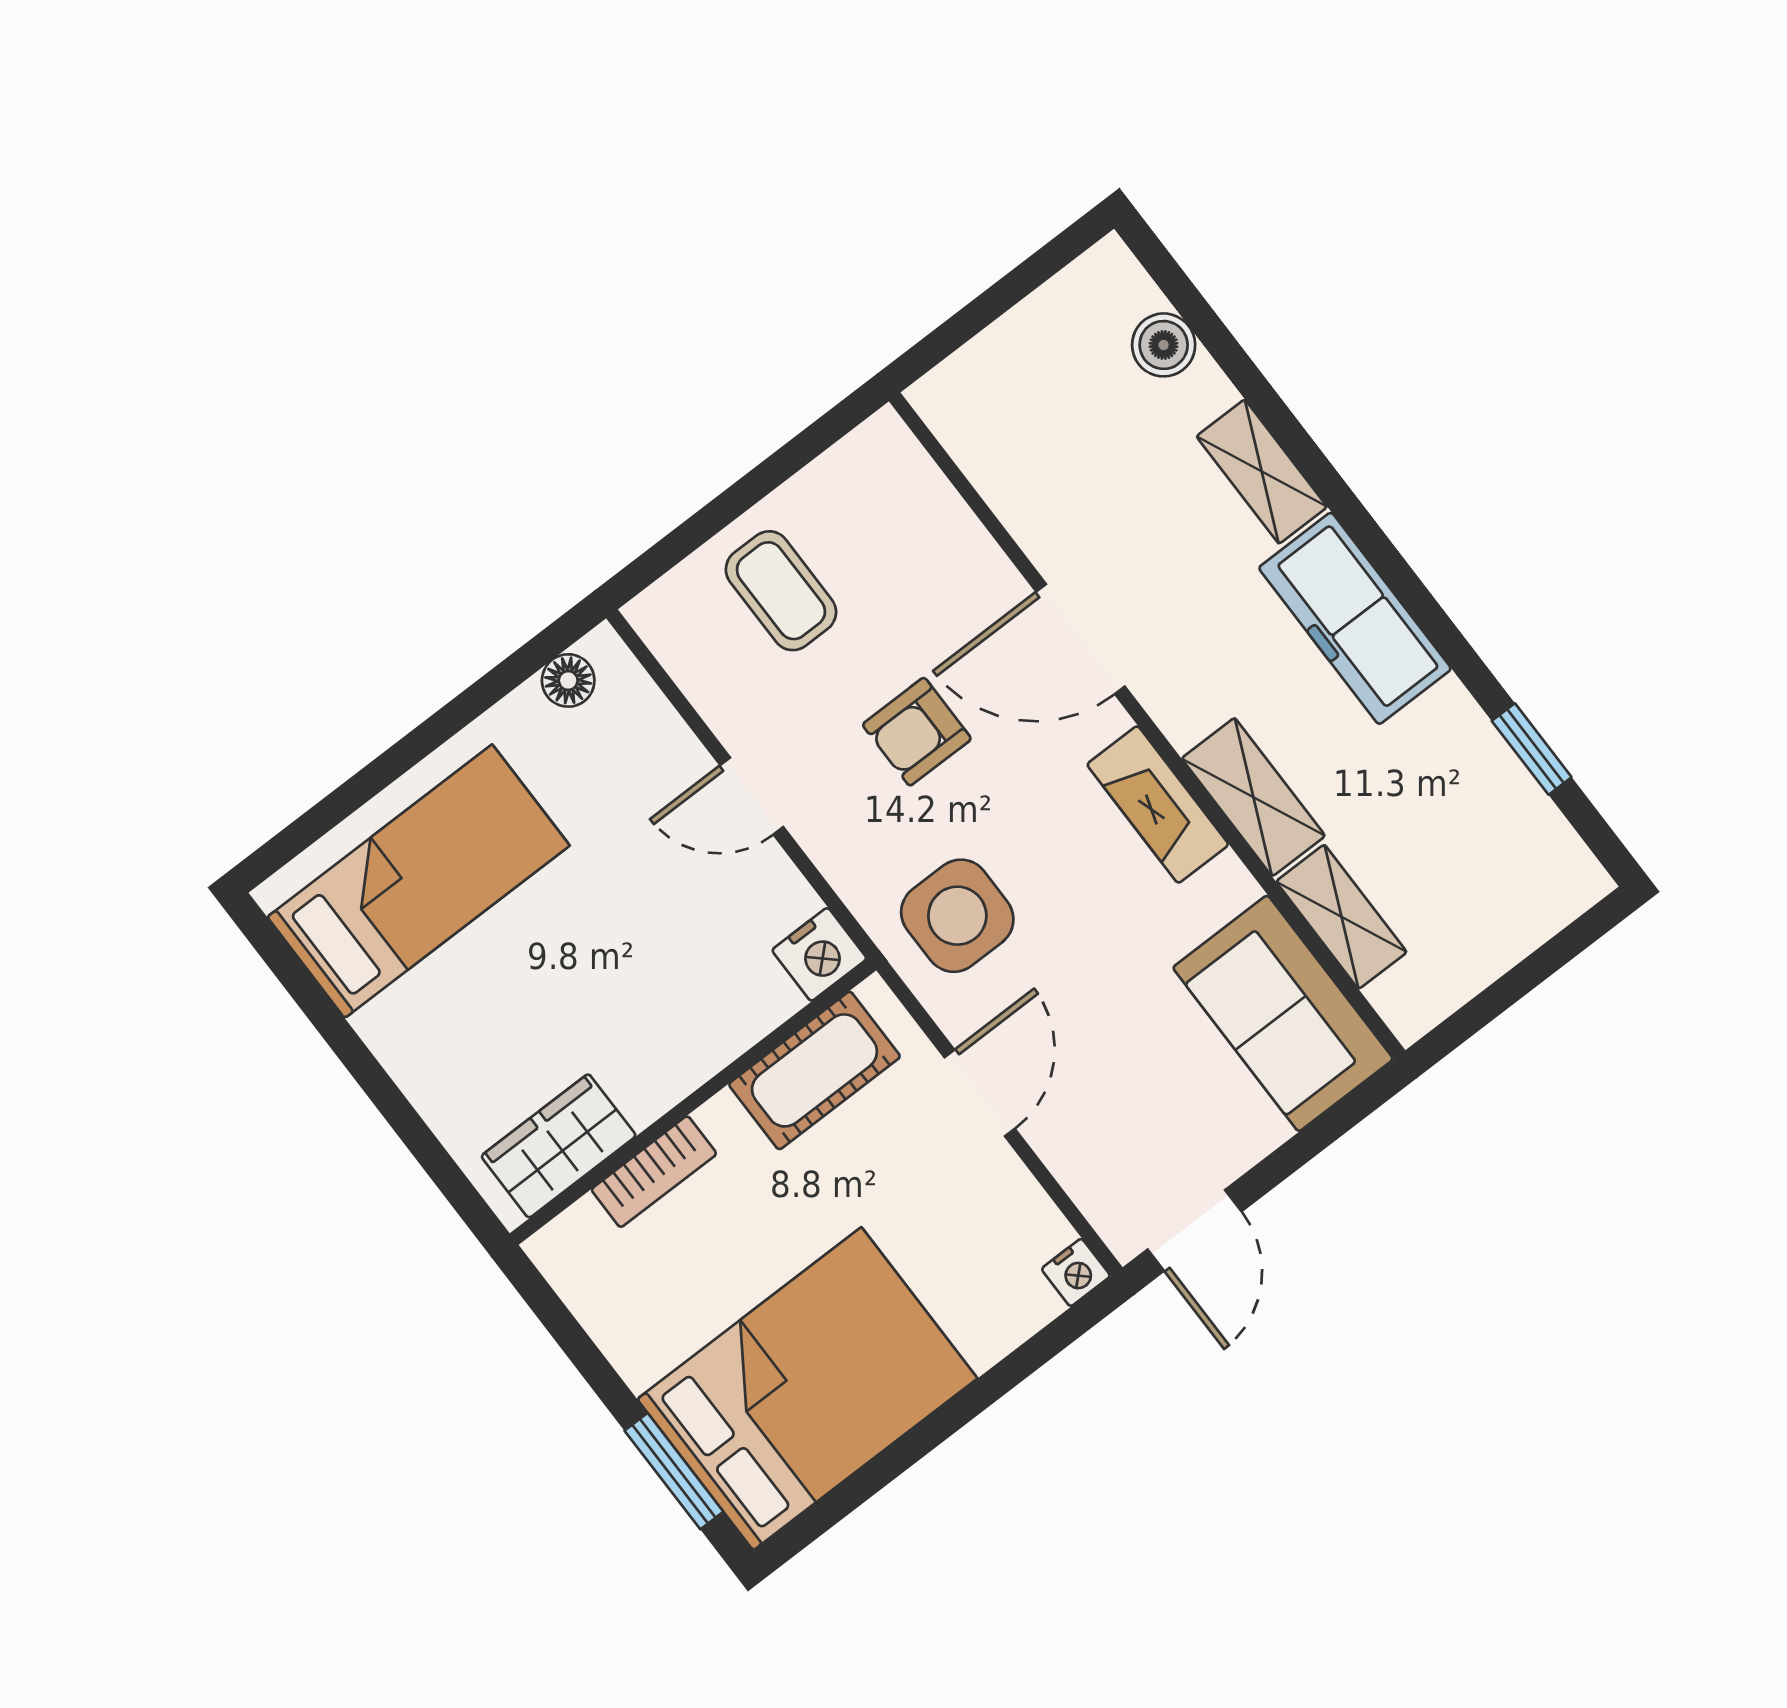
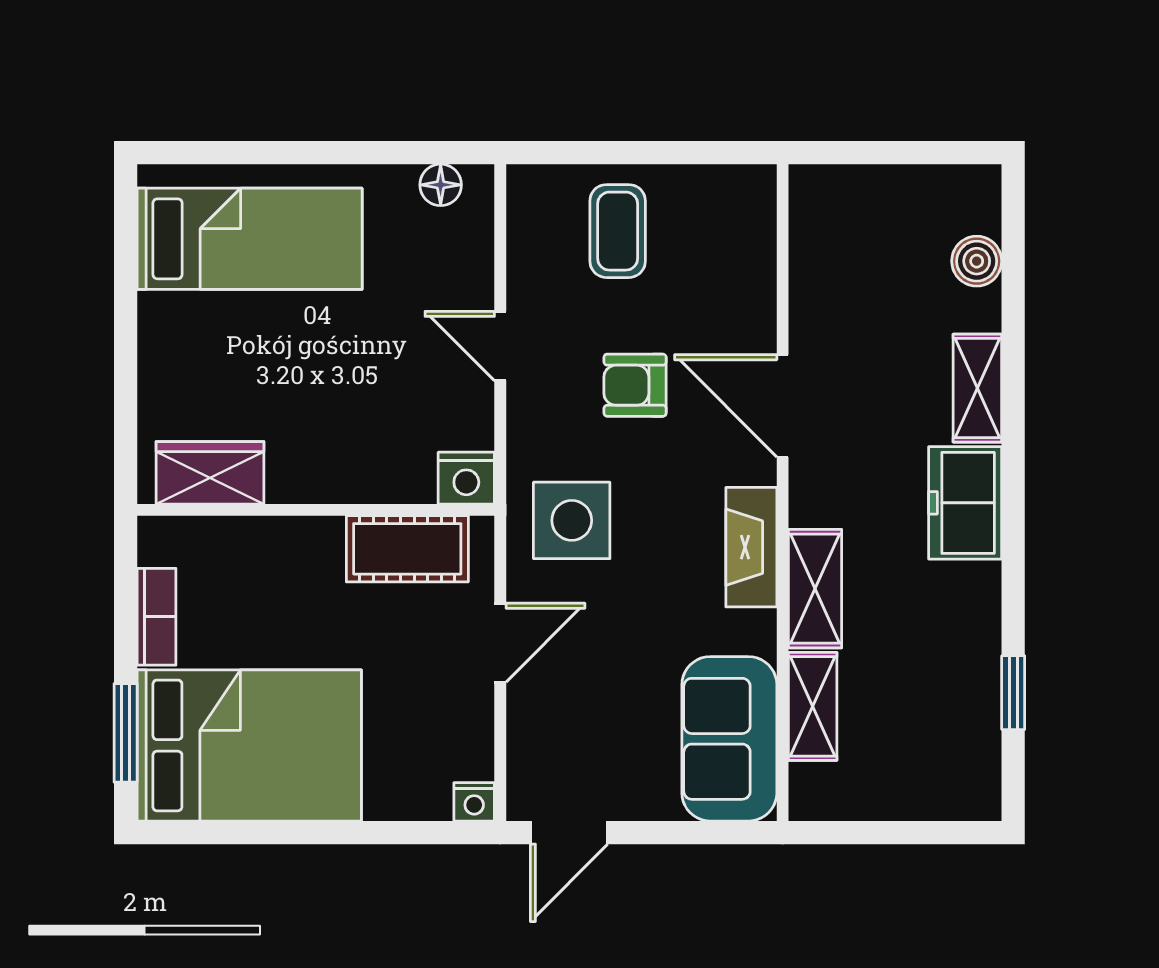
freezer: (1355, 618) -> (965, 503), width x0.71
bookcase: (654, 1172) -> (157, 617), moved, turned -90

